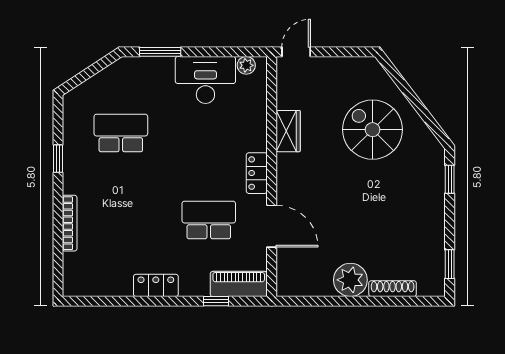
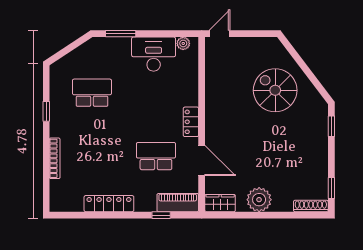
wardrobe: (288, 131) -> (220, 203), moved, turned -90
locker: (156, 285) -> (109, 204), width x1.53
shoe rack: (393, 289) -> (311, 206), moved

